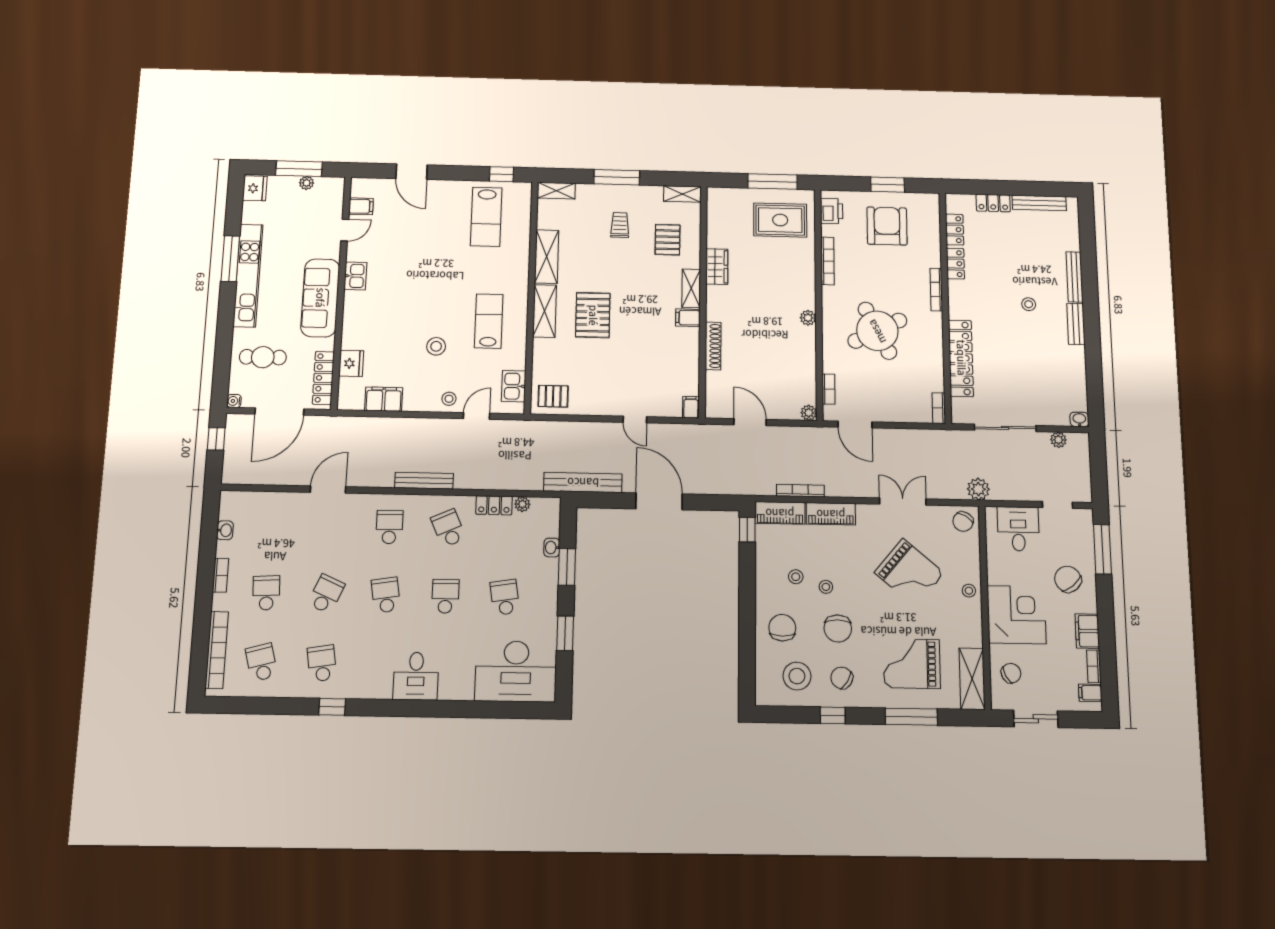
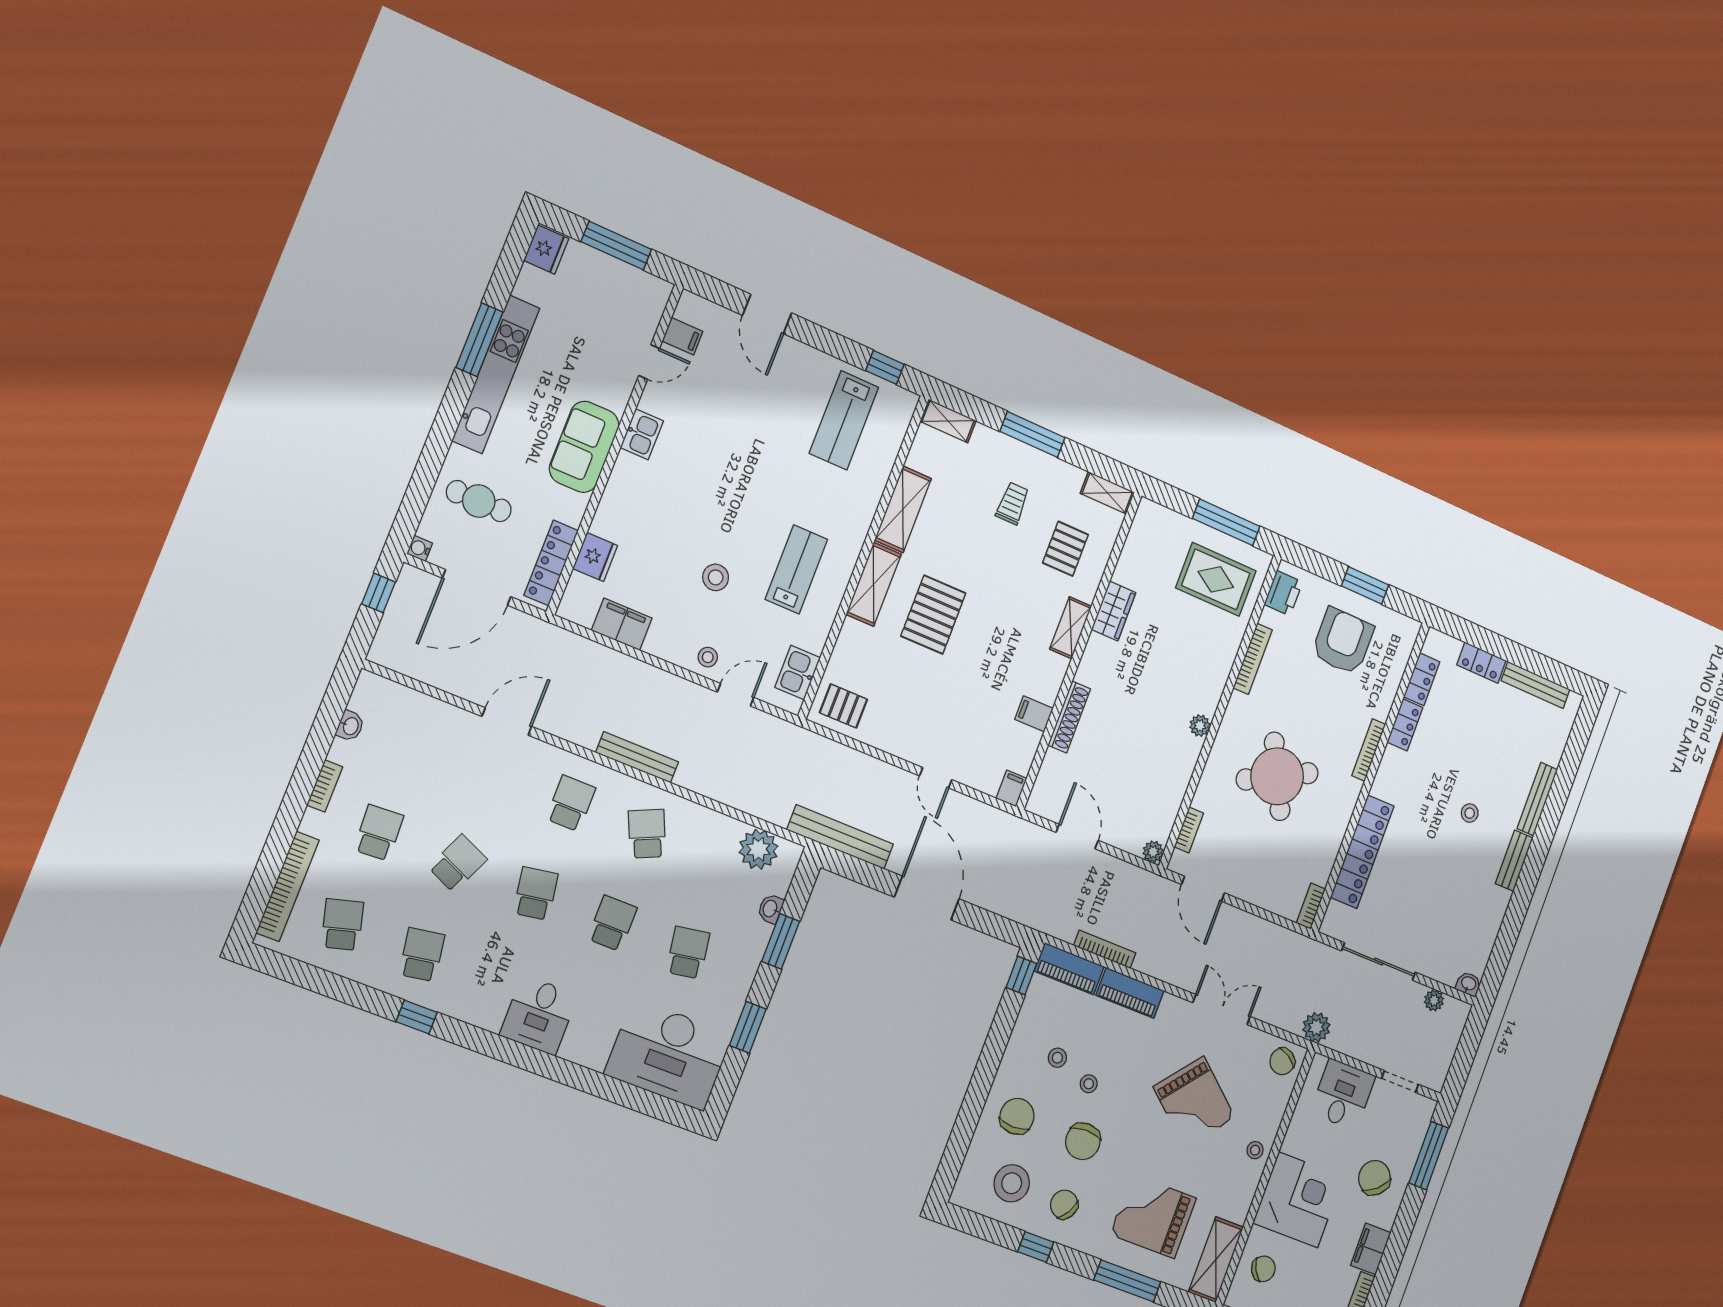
plant: (307, 183) -> (620, 271), removed
sofa: (320, 298) -> (584, 447), width x0.73
filing cabinet: (688, 318) -> (1034, 714), moved
plant: (522, 504) -> (758, 849), width x1.88, depth x1.88
locker: (494, 505) -> (716, 825), removed

